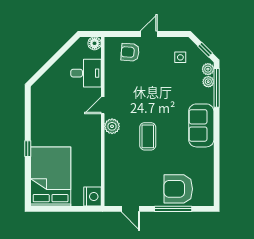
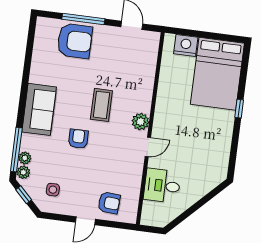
floor lamp: (95, 43) -> (148, 218), removed
armchair: (164, 104) -> (78, 139), added
nightstand: (92, 197) -> (186, 45), moved, turned 90

